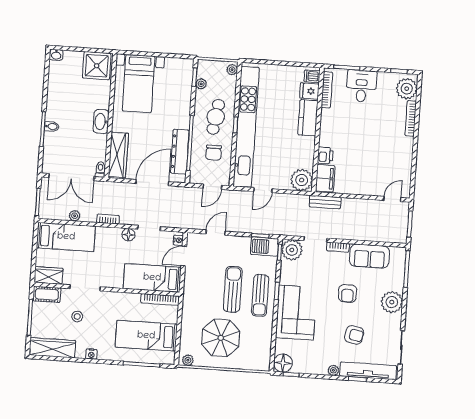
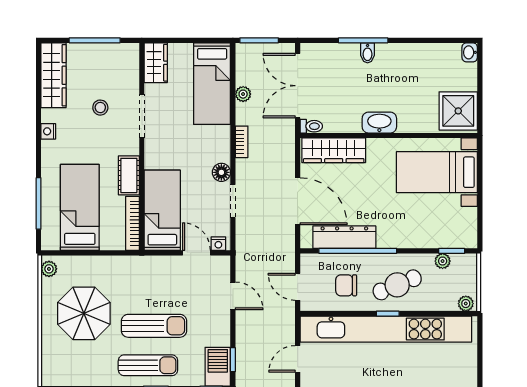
cafe table: (216, 117) -> (397, 285), turned -31
door: (263, 190) -> (298, 359), hinge flipped
cot: (47, 294) -> (129, 175), moved
sun lounger: (260, 295) -> (148, 365), turned 180

